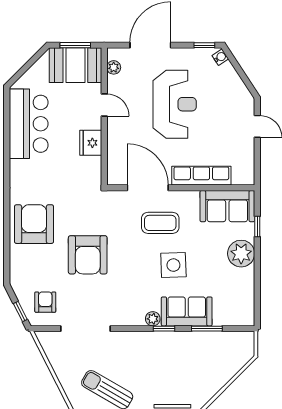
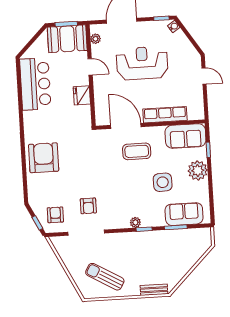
reception desk: (175, 104) -> (142, 63), turned -90
armchair: (88, 255) -> (88, 206), moved, width x0.53, depth x0.53
side table: (173, 265) -> (163, 182), moved
sofa: (187, 311) -> (184, 214), moved

